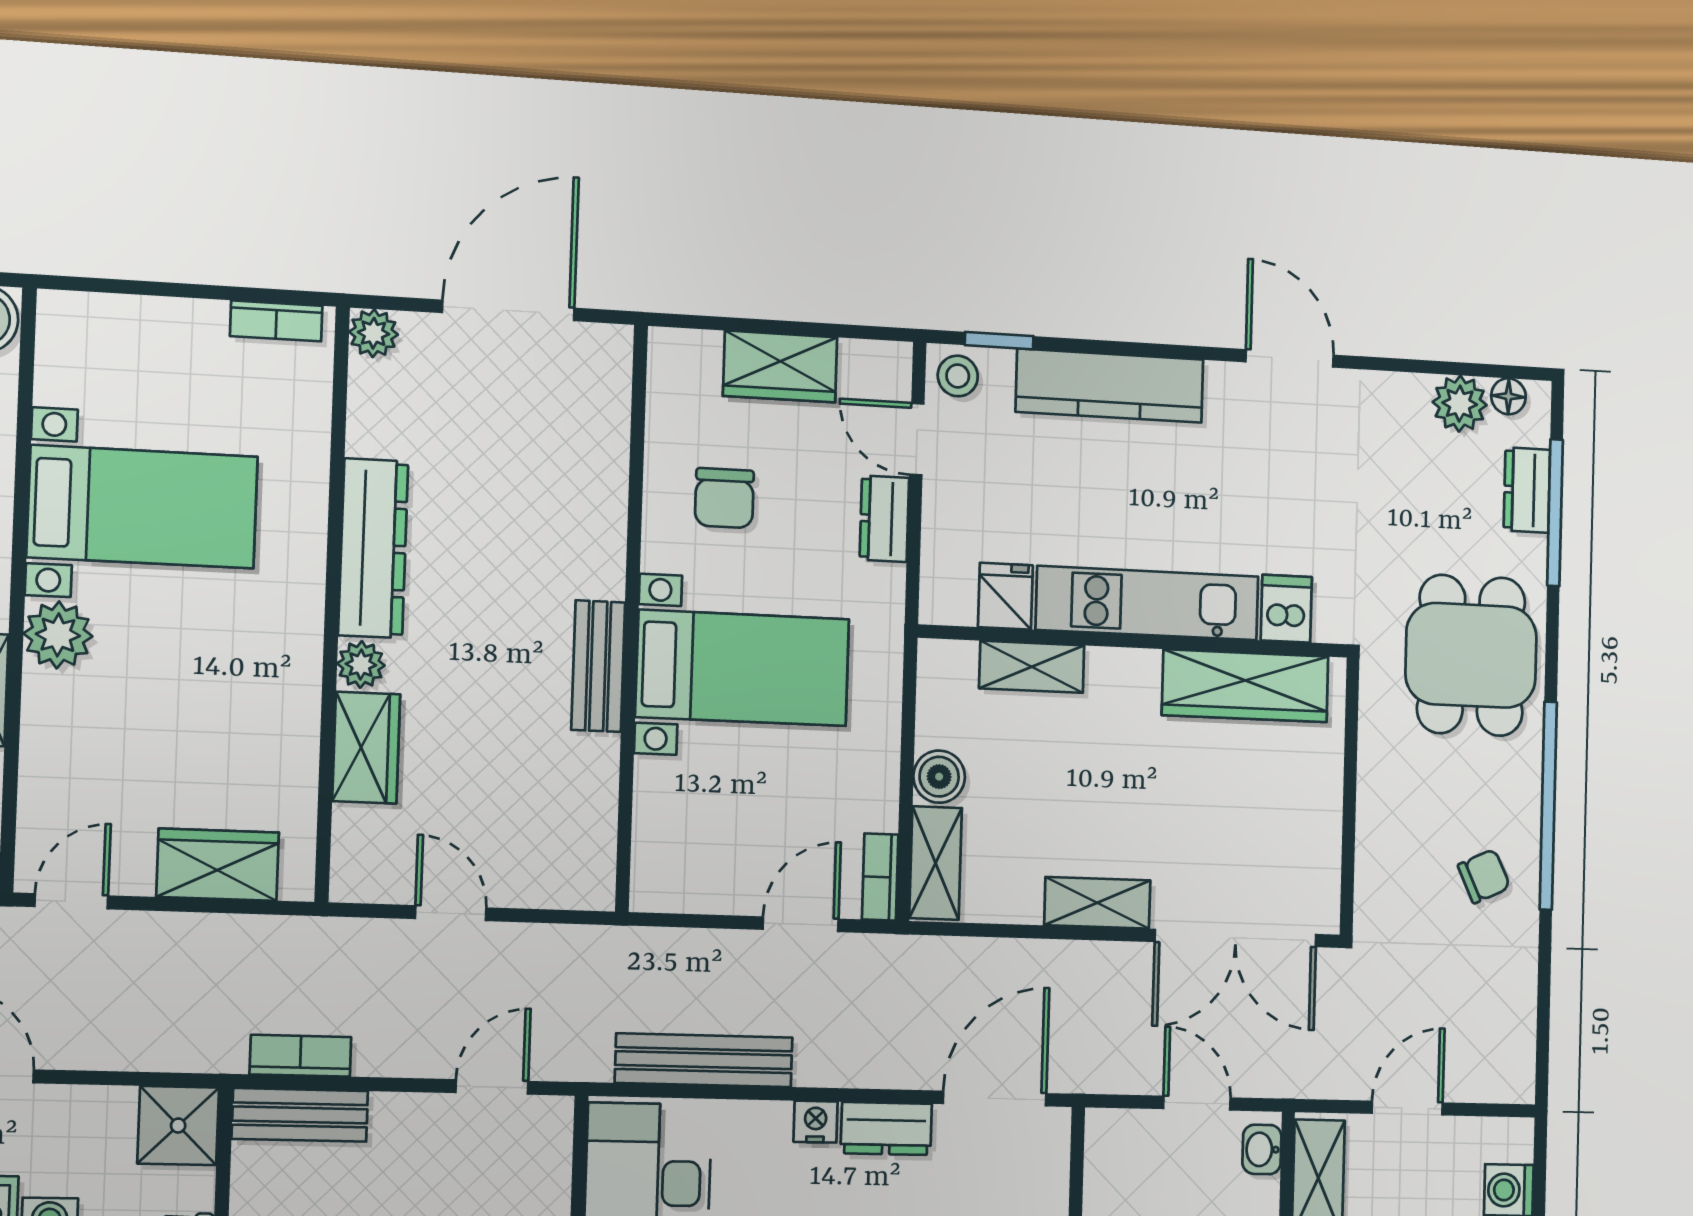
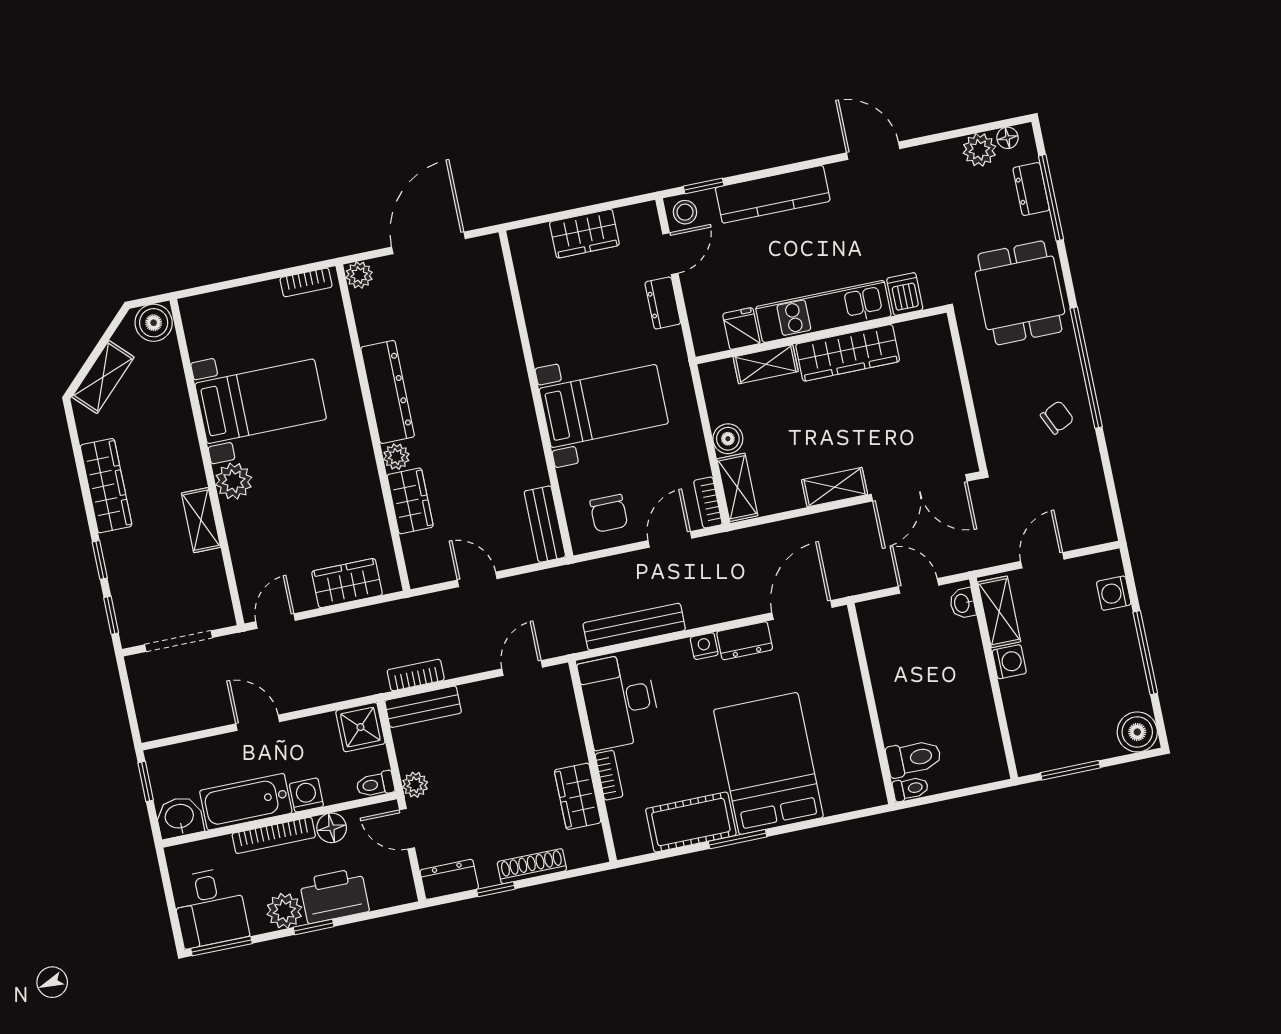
door: (917, 439) -> (670, 254), swing flipped
chair: (724, 498) -> (609, 513), moved
bench: (598, 666) -> (545, 524), moved
wardrobe: (1245, 686) -> (848, 353), moved

